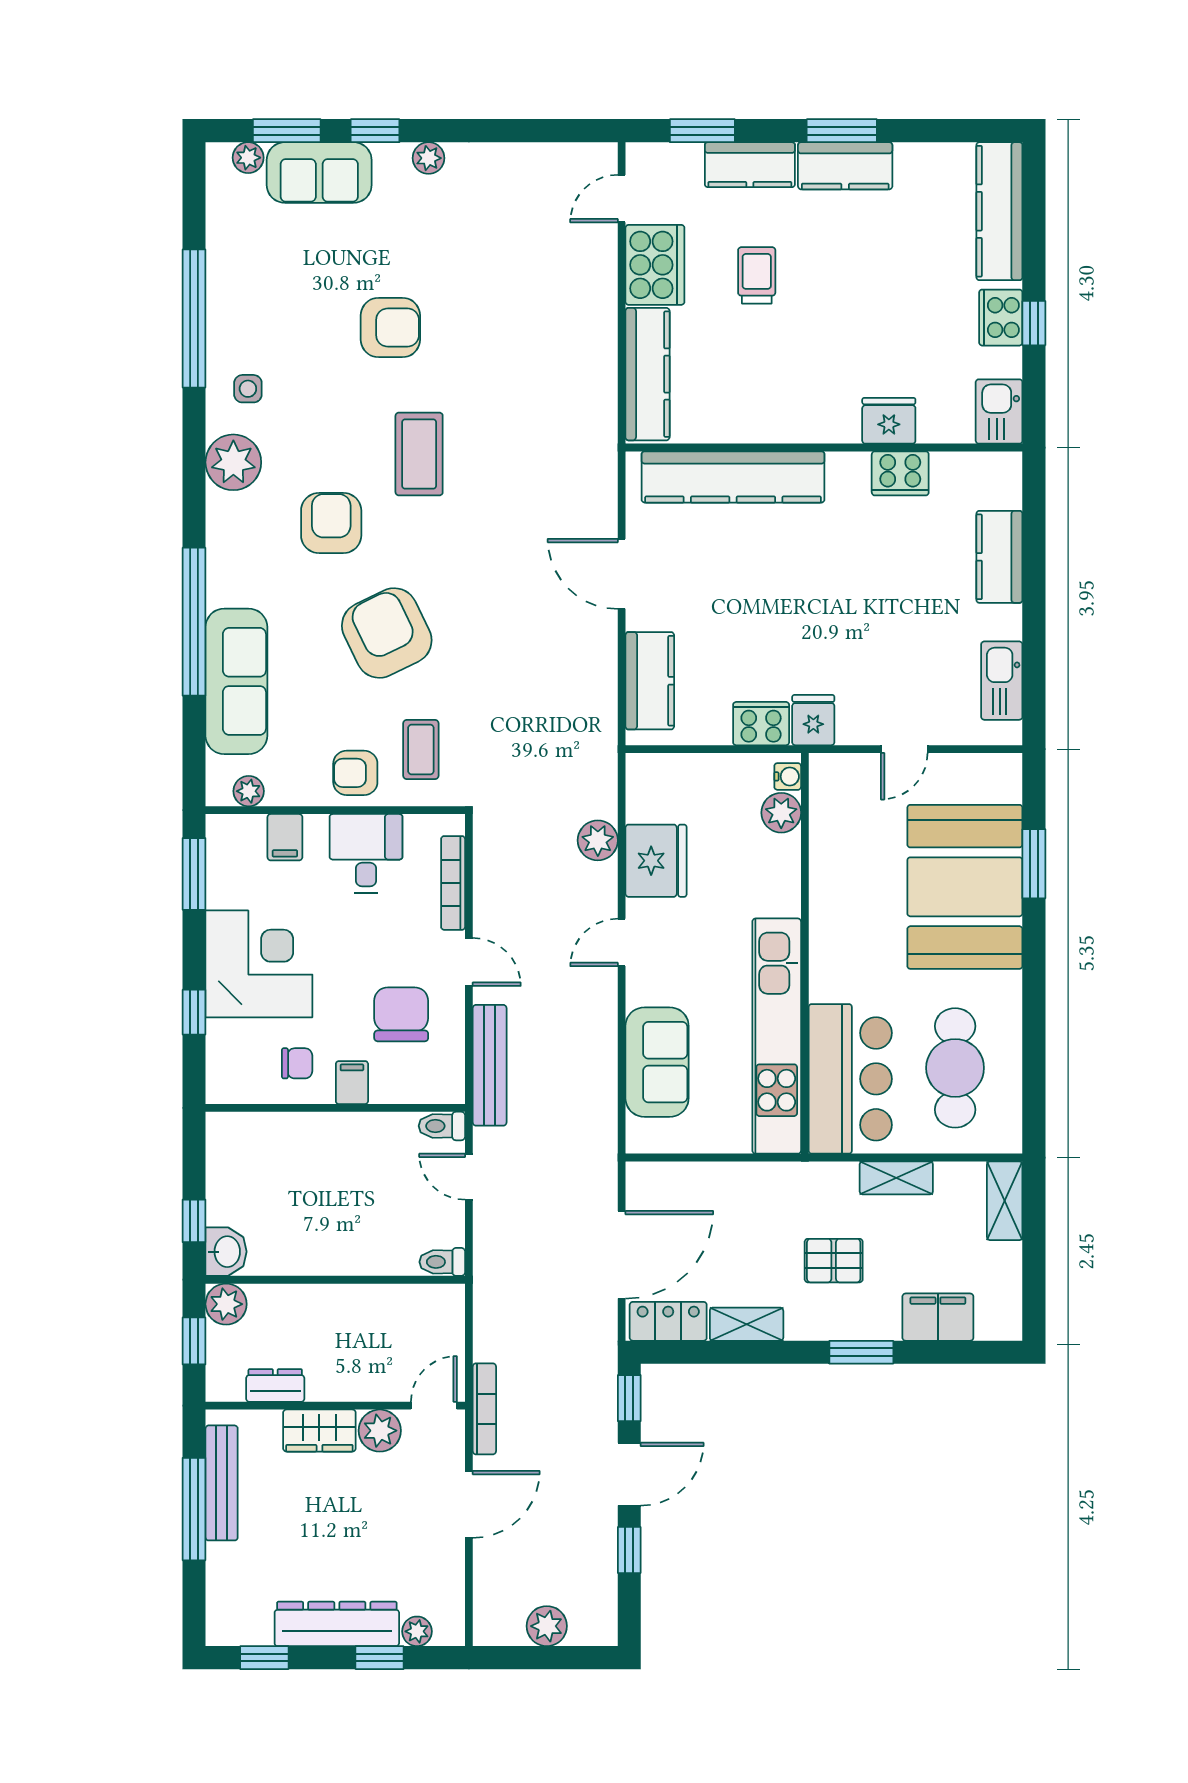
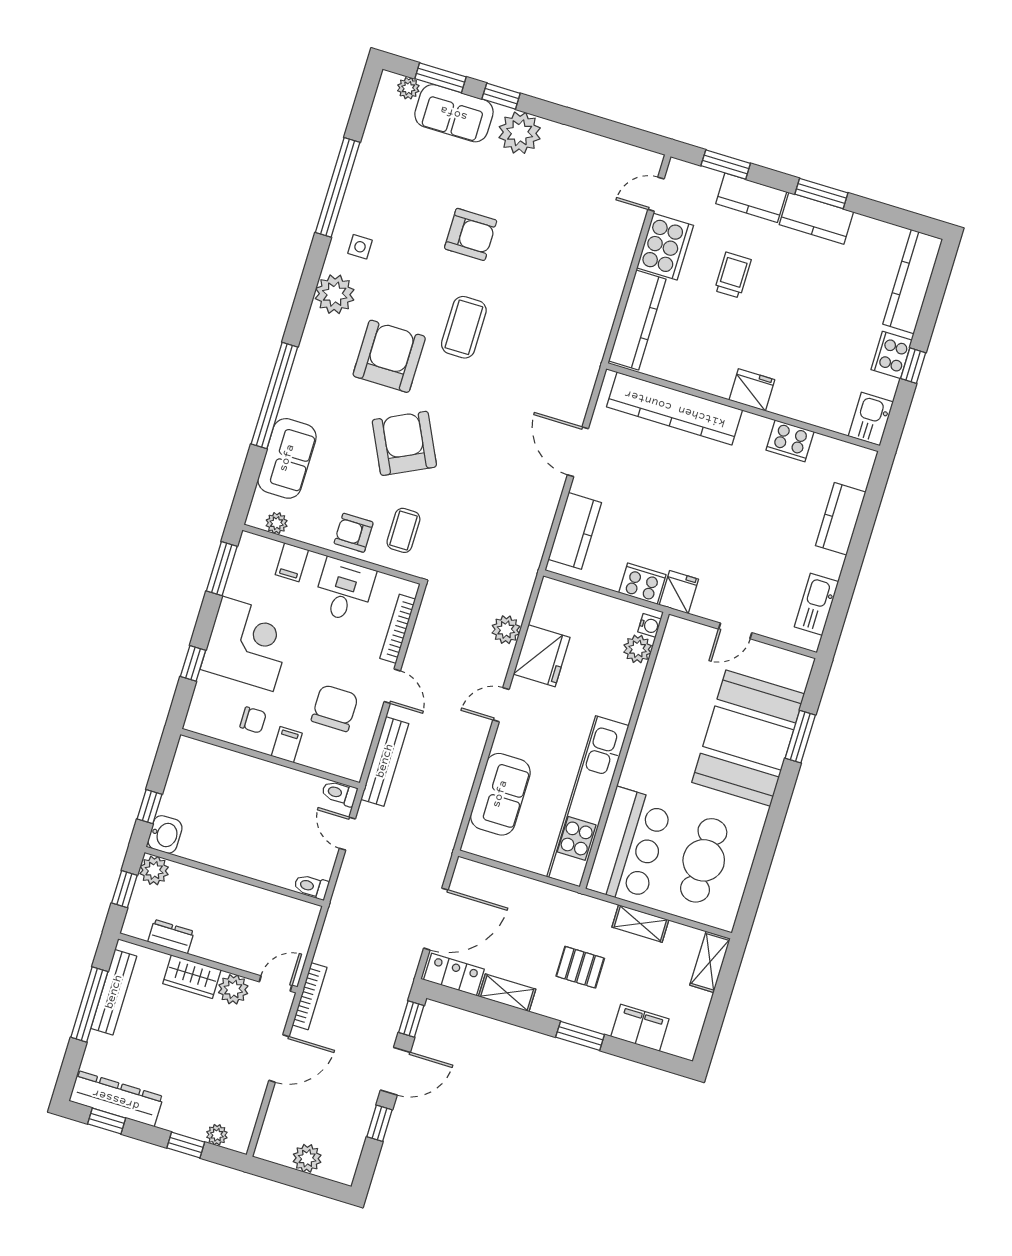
plant: (428, 158) -> (520, 133), width x1.87, depth x1.87
fridge: (889, 421) -> (752, 390), moved
armchair: (331, 523) -> (389, 356), width x1.36, depth x1.36
sofa: (236, 681) -> (287, 458), width x0.73
dresser: (337, 1624) -> (116, 1099), moved

